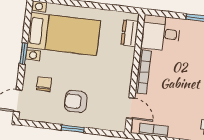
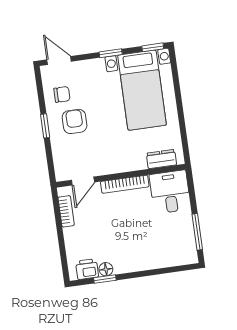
window: (28, 14) -> (153, 47), added
chair: (44, 84) -> (62, 94), moved

